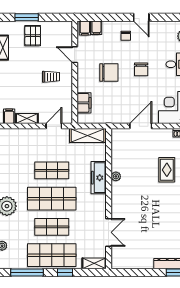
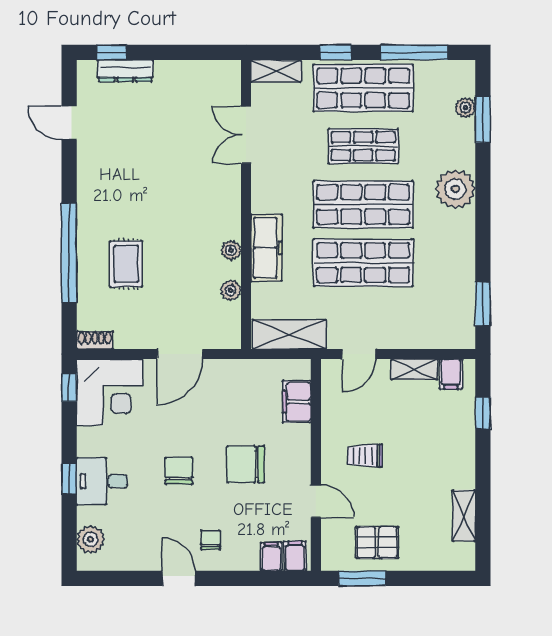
window: (27, 17) -> (362, 578), moved
pallet: (33, 36) -> (377, 542), moved, turned 90
plant: (116, 157) -> (231, 290), added
shop shelf: (52, 170) -> (363, 263), width x1.43, depth x1.36

